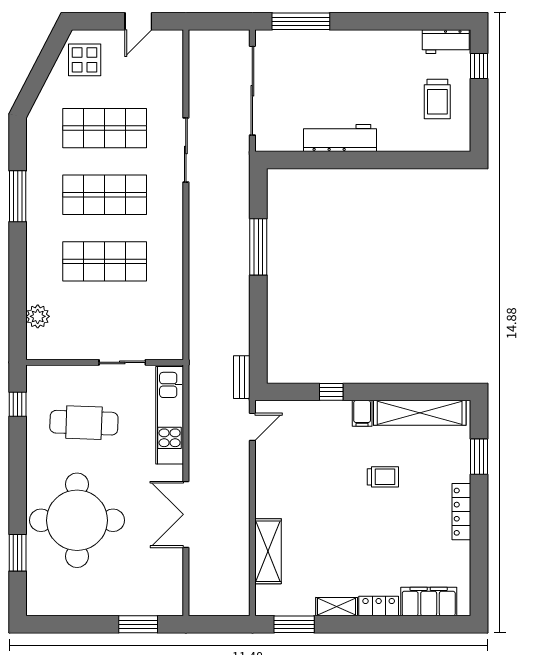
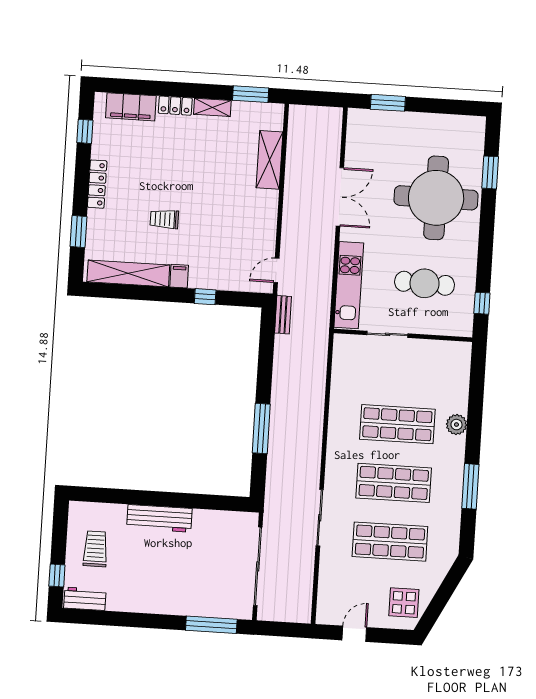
workbench: (340, 138) -> (159, 518), moved
plant: (38, 316) -> (456, 425), moved
window: (479, 570) -> (85, 131), added

